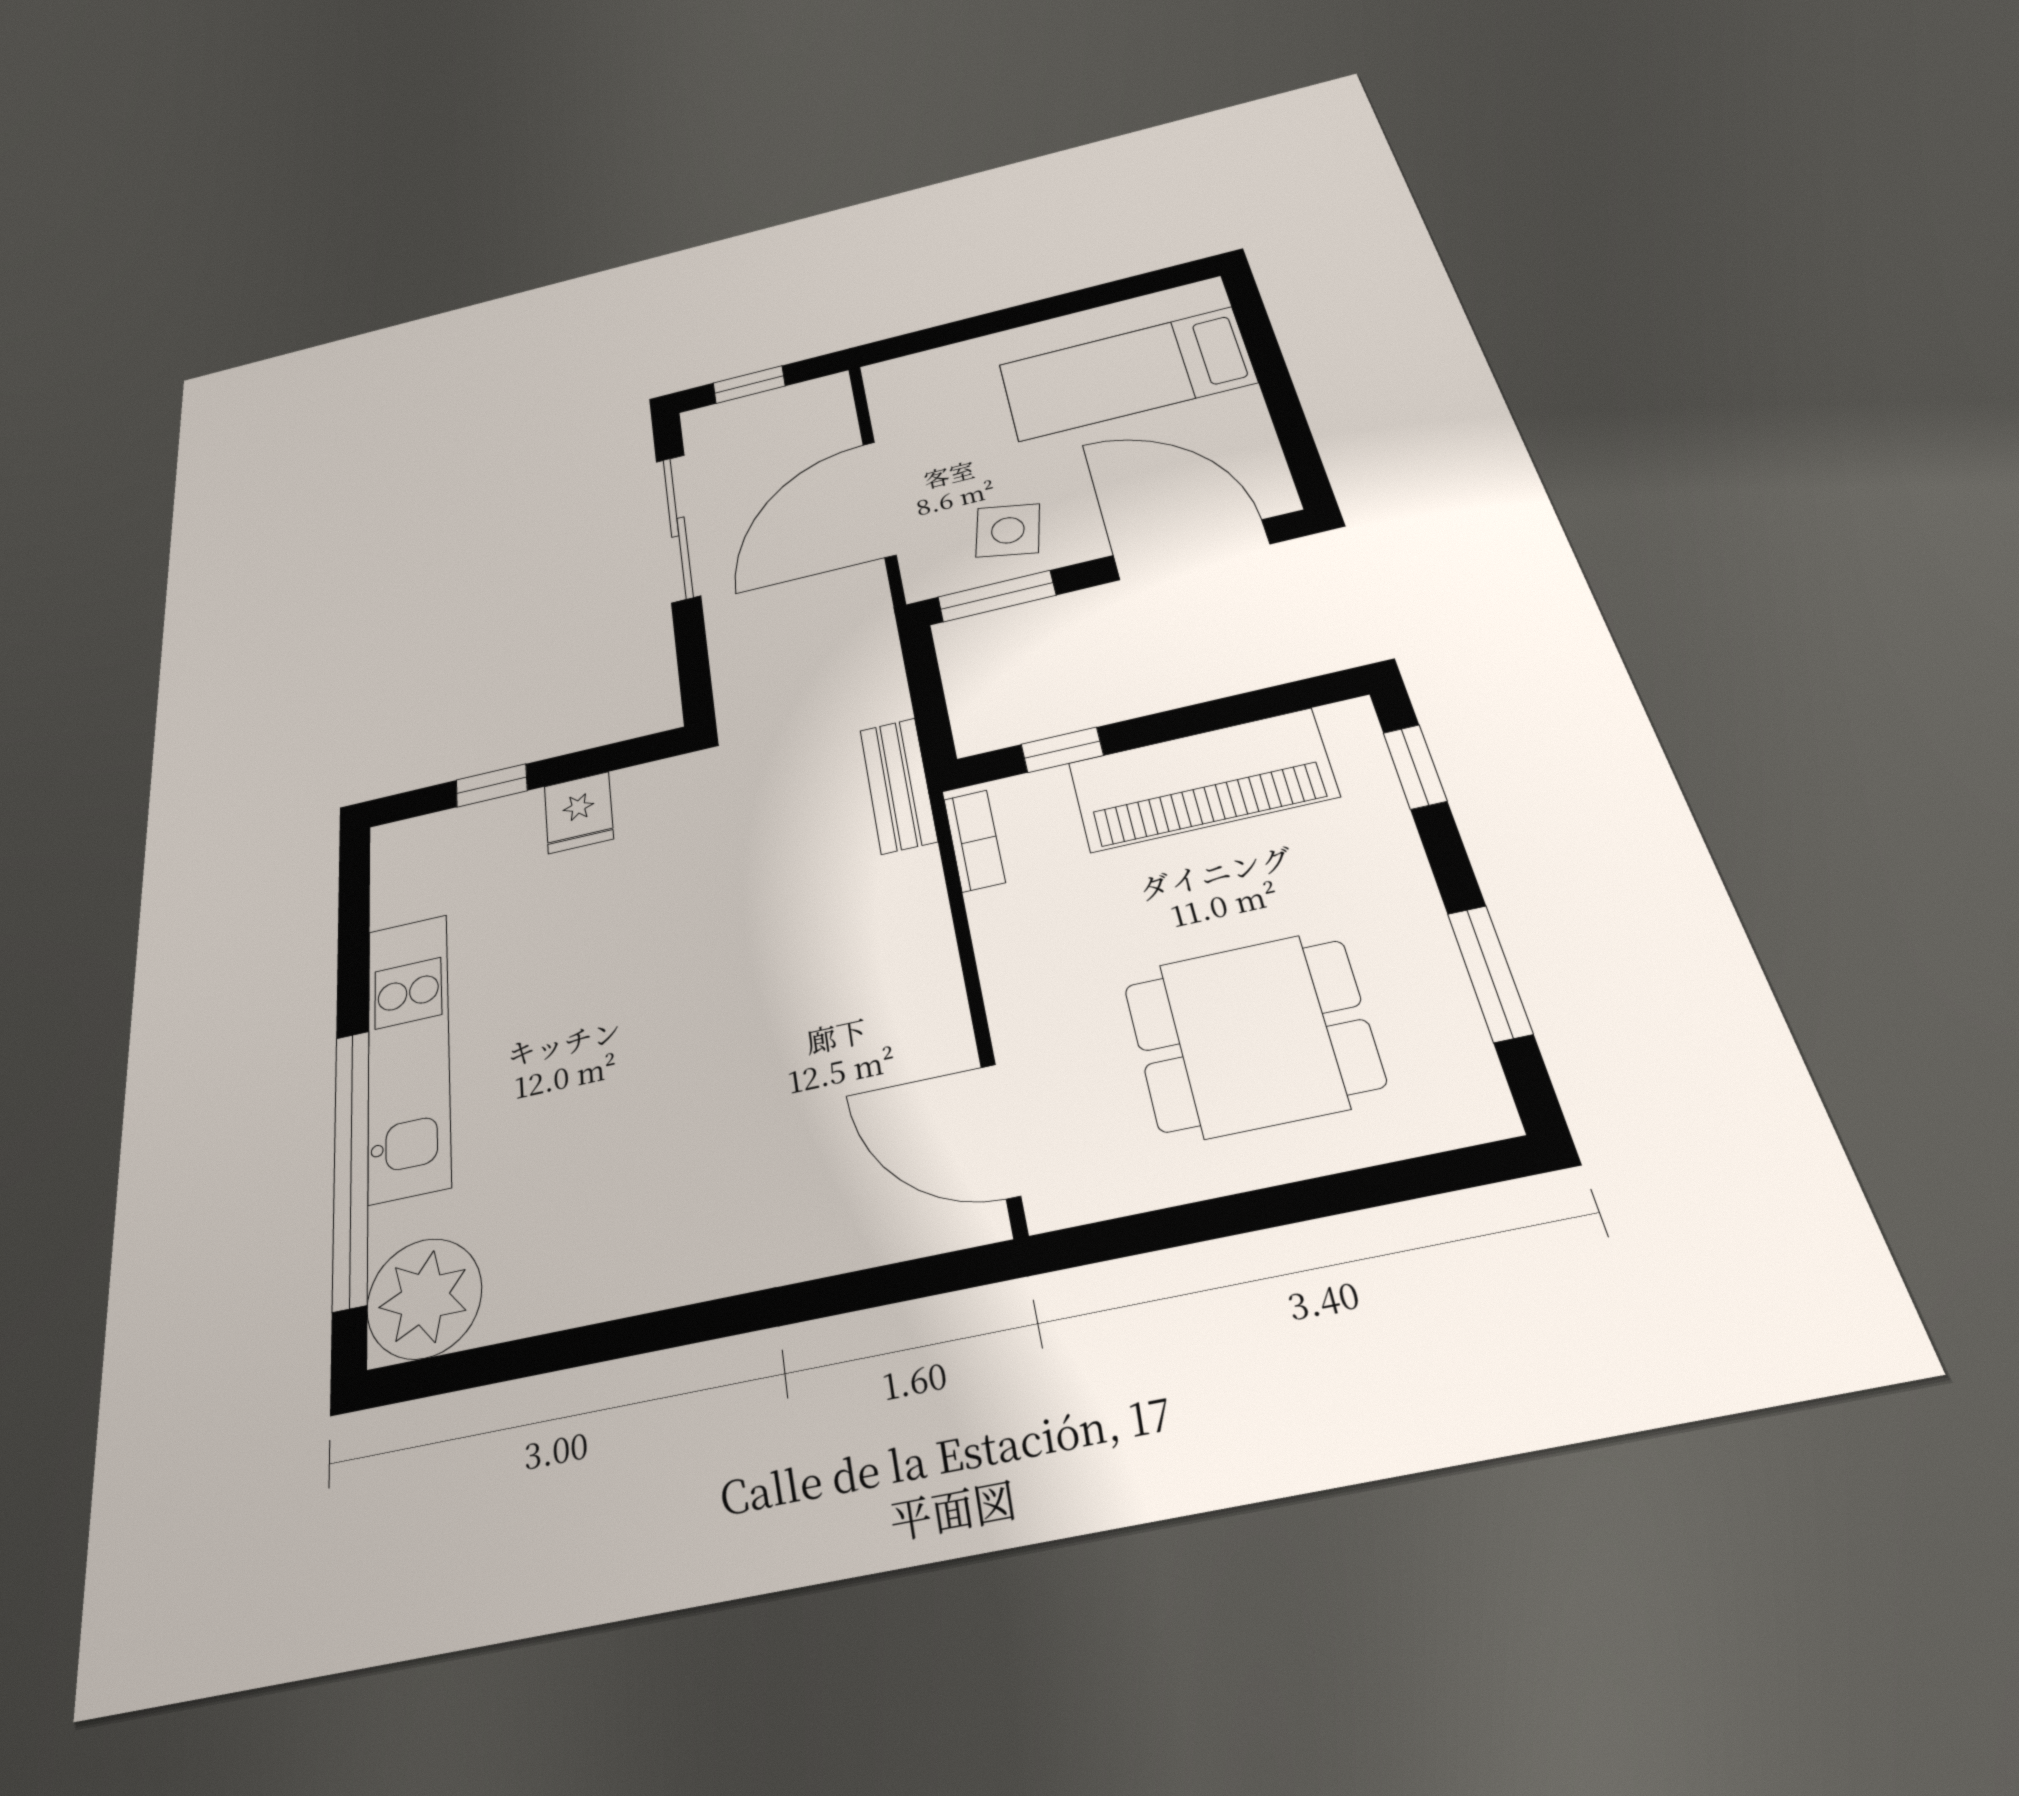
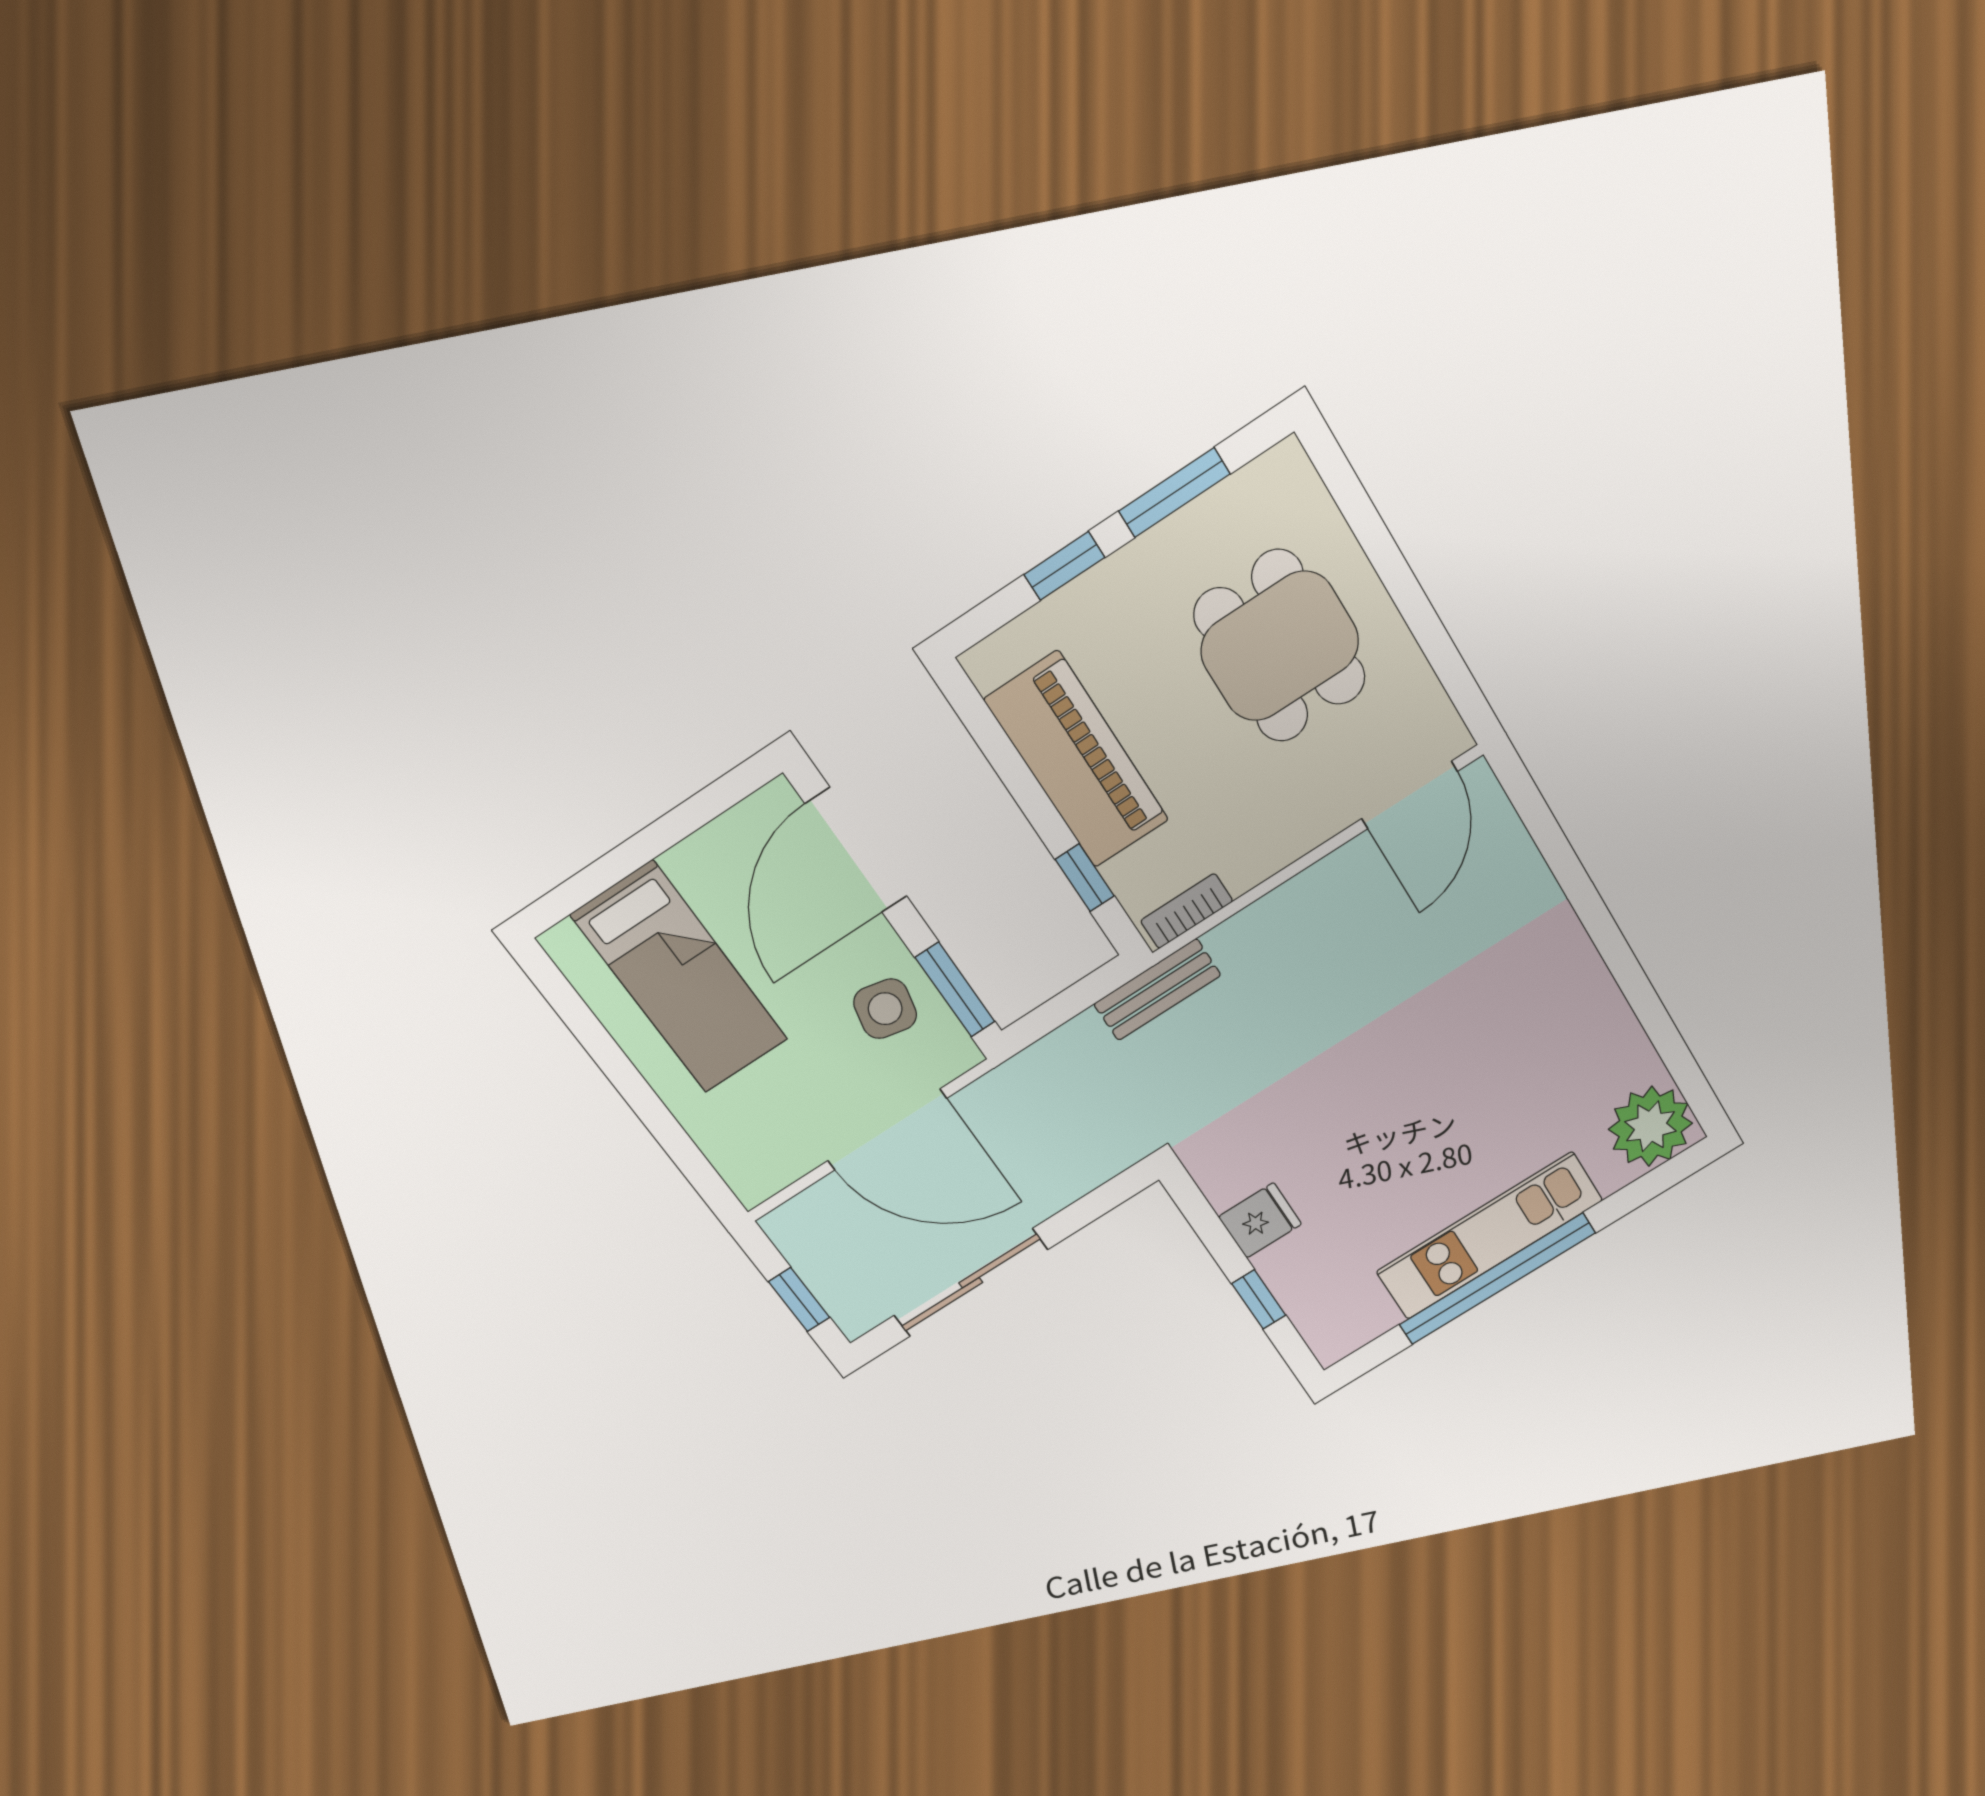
window: (1415, 767) -> (1064, 566), moved
window: (351, 1166) -> (1497, 1279), moved

